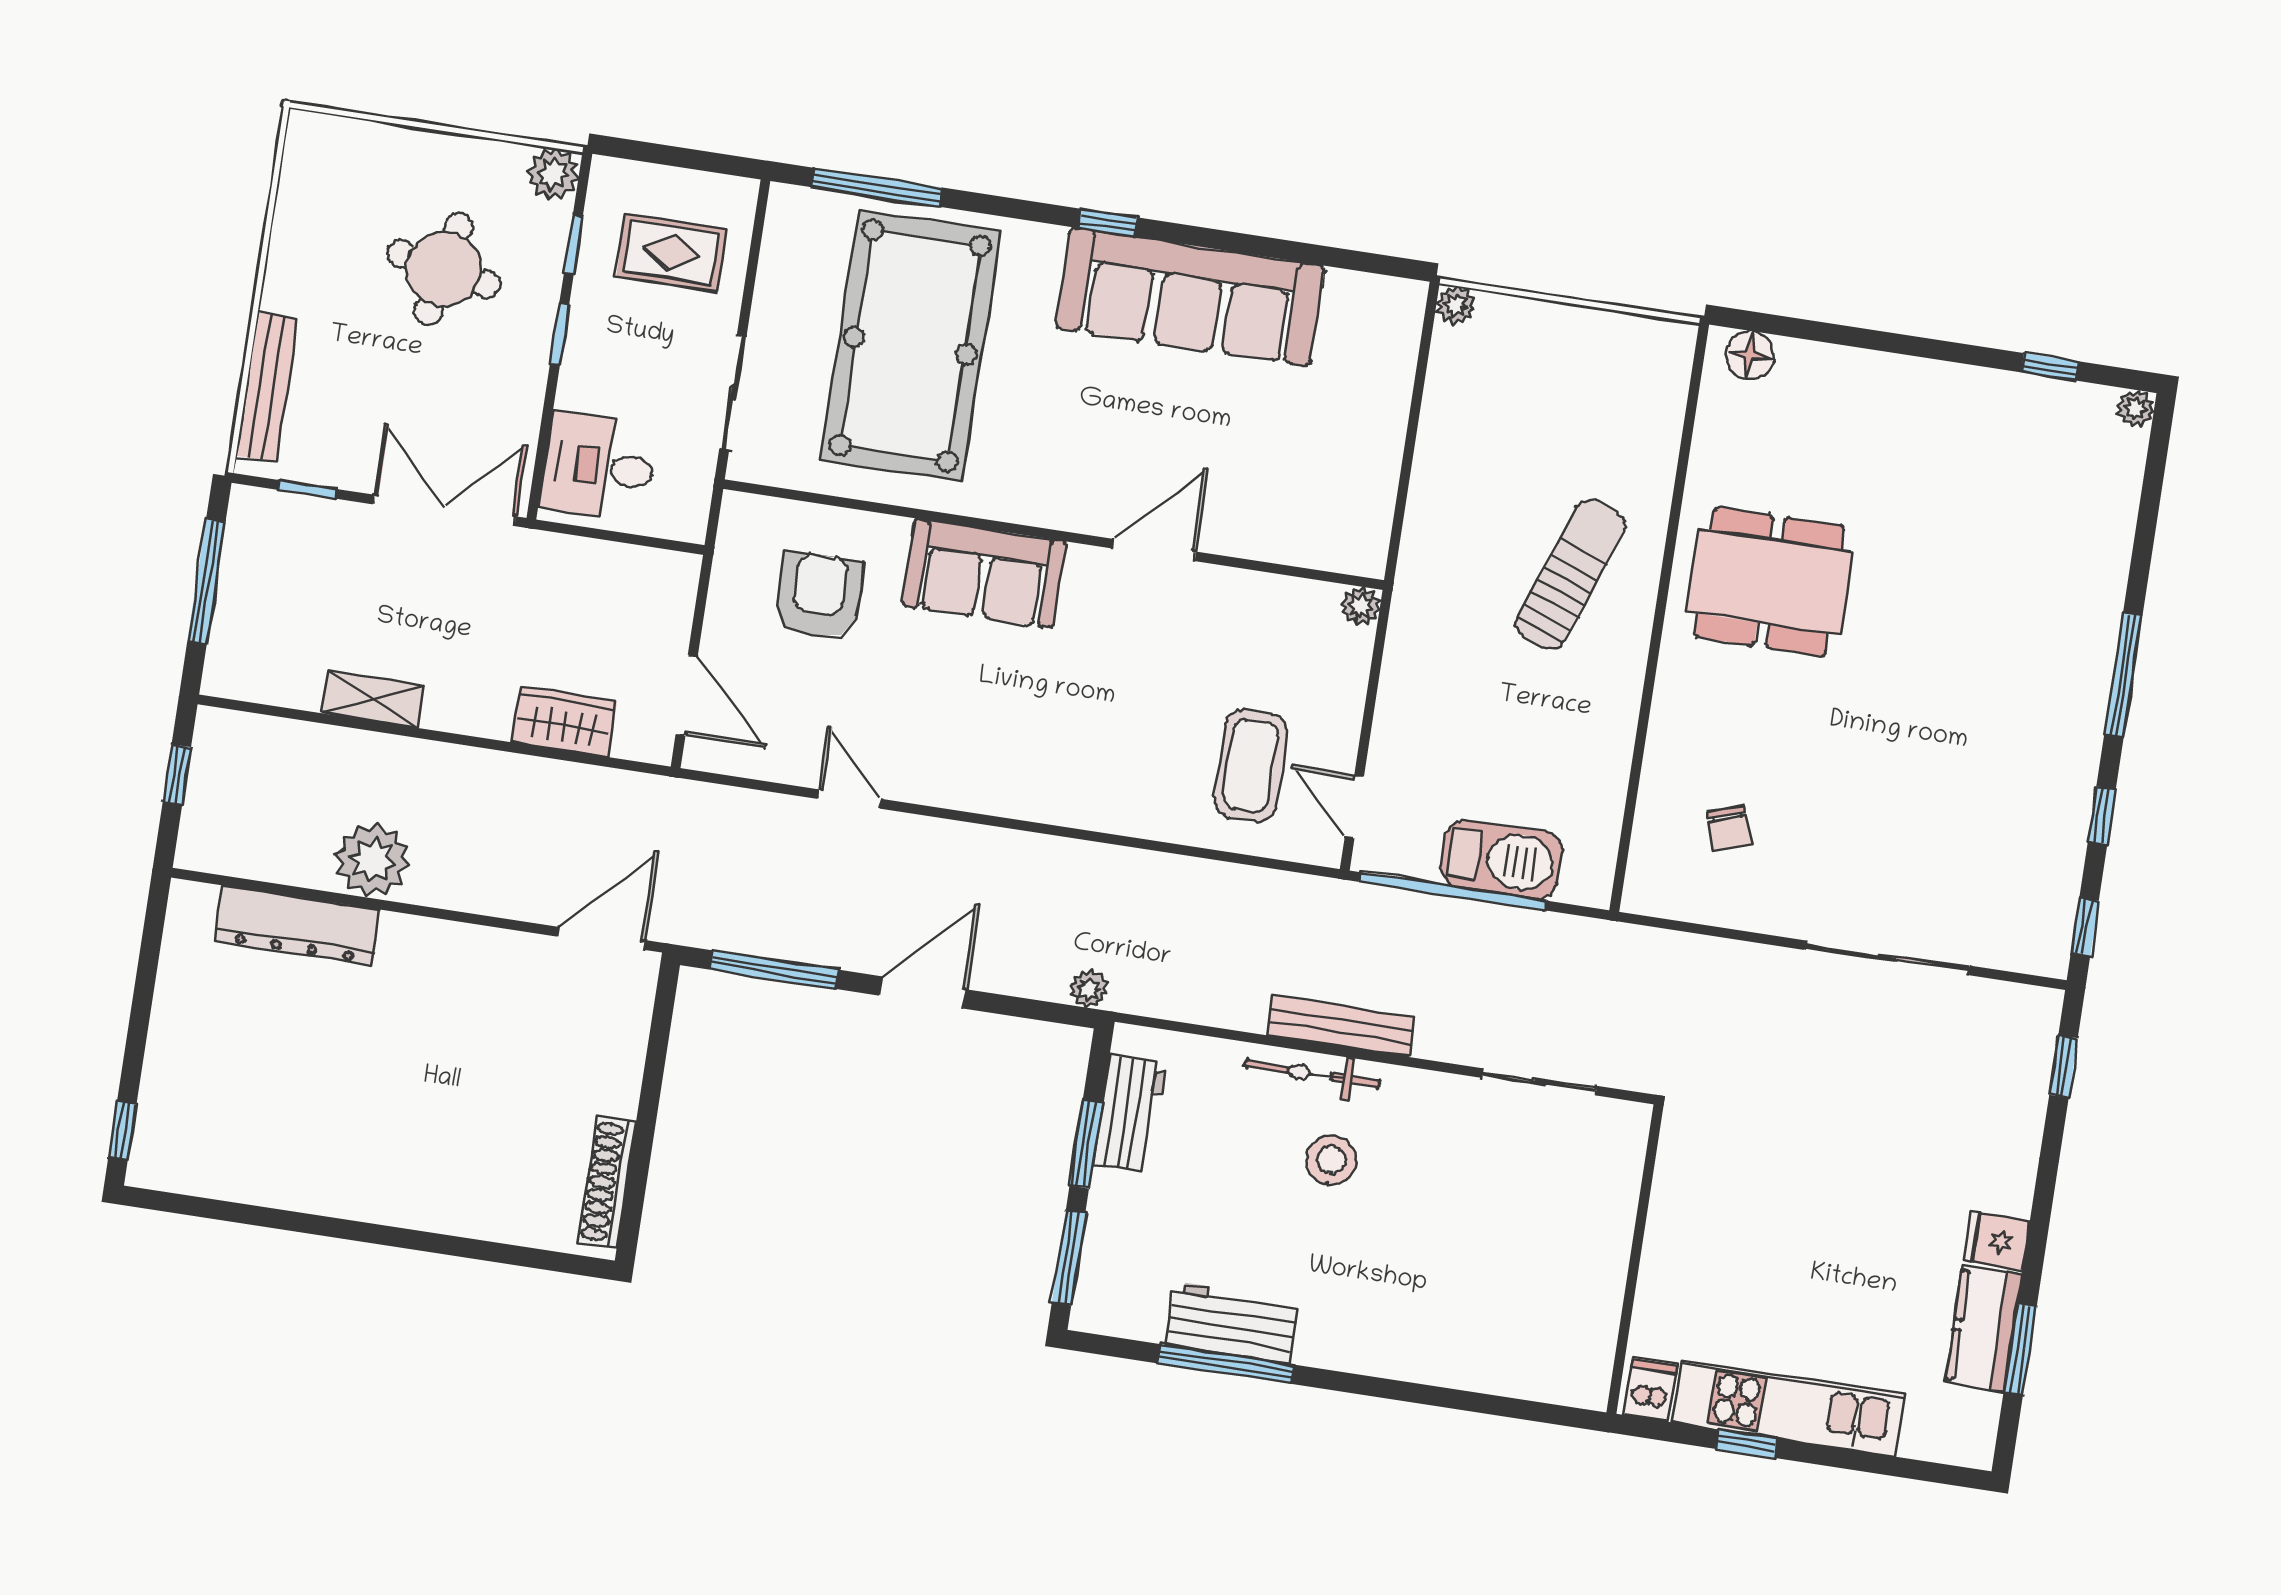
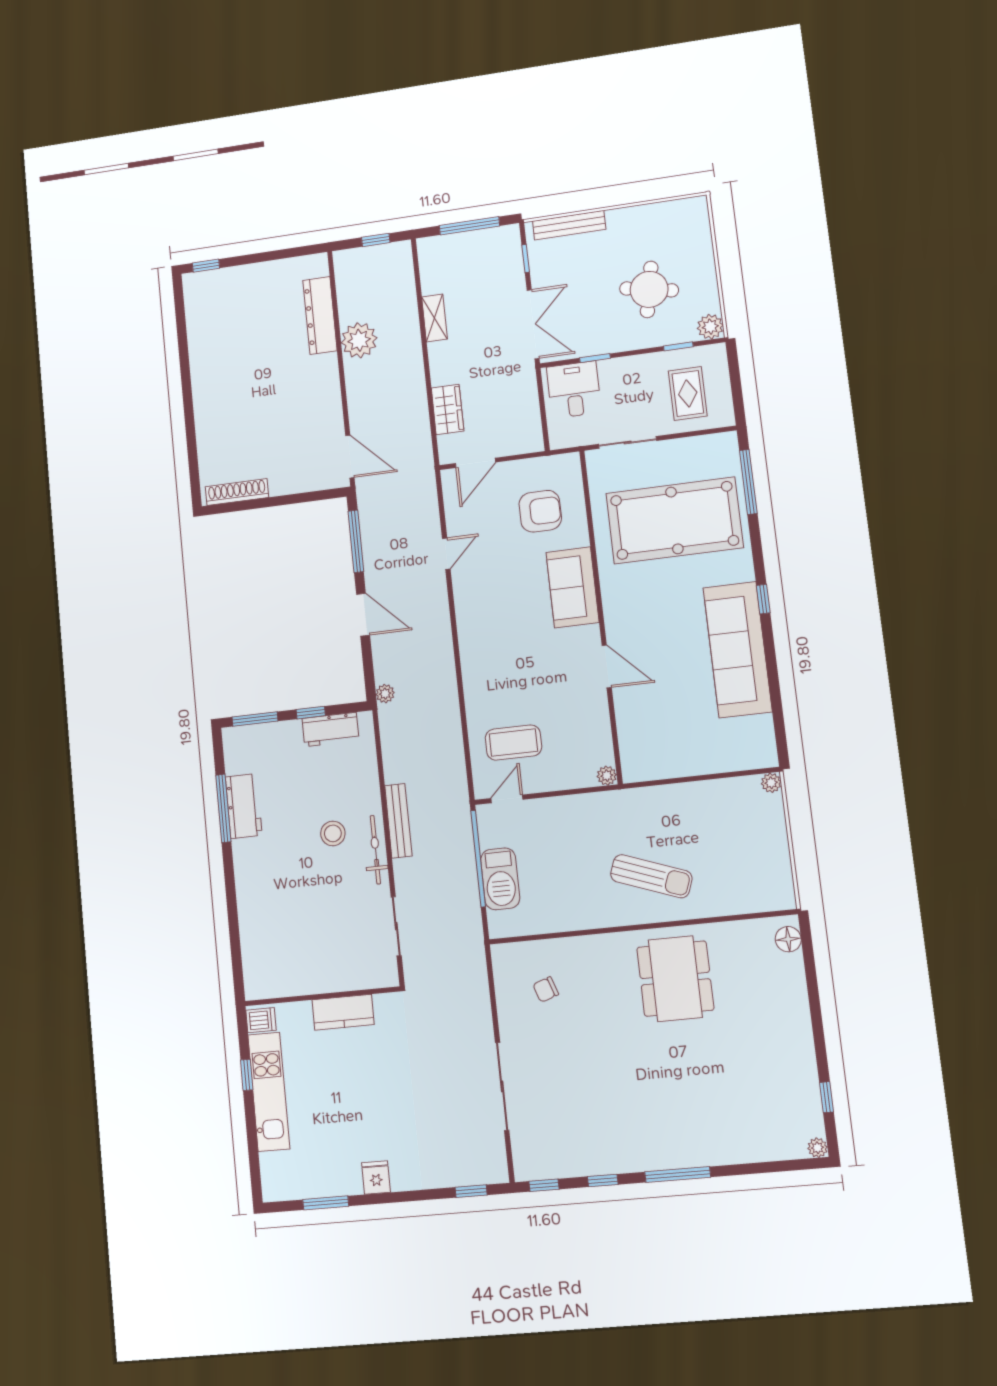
window: (560, 334) -> (595, 358), moved
bicycle: (1312, 1074) -> (375, 850), moved
window: (1086, 1144) -> (311, 713), width x0.67
kitchen counter: (1983, 1329) -> (343, 1012), moved, turned 180

